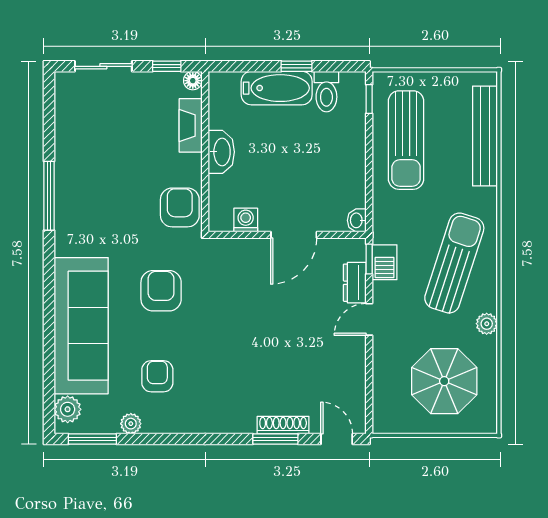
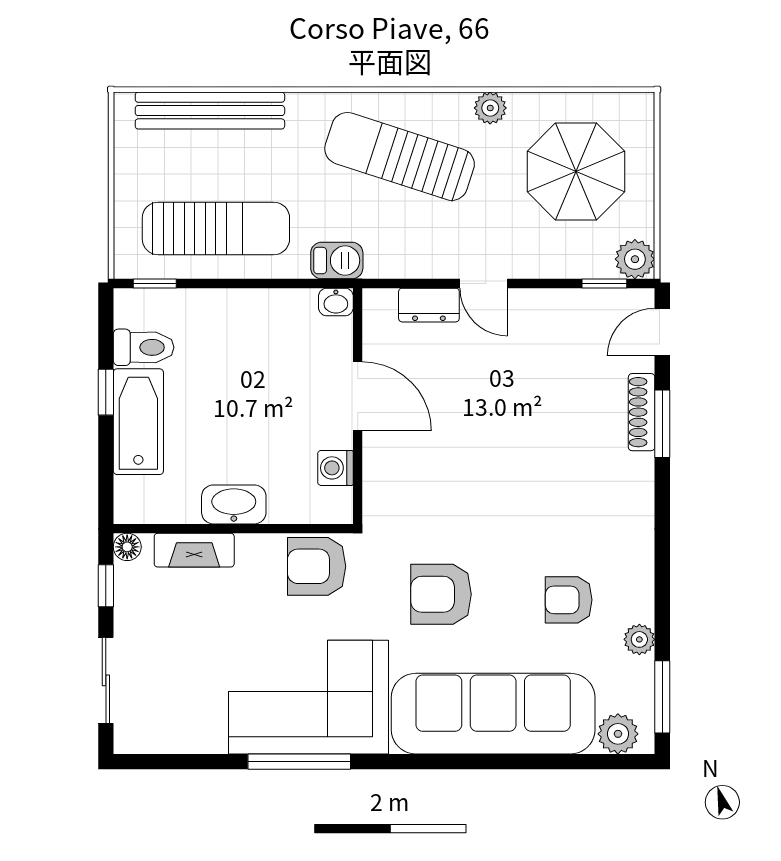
corner sofa: (92, 202) -> (309, 697), added
window: (369, 259) -> (604, 284), moved
barbecue: (385, 262) -> (337, 261), moved
plant: (385, 421) -> (635, 259), added

